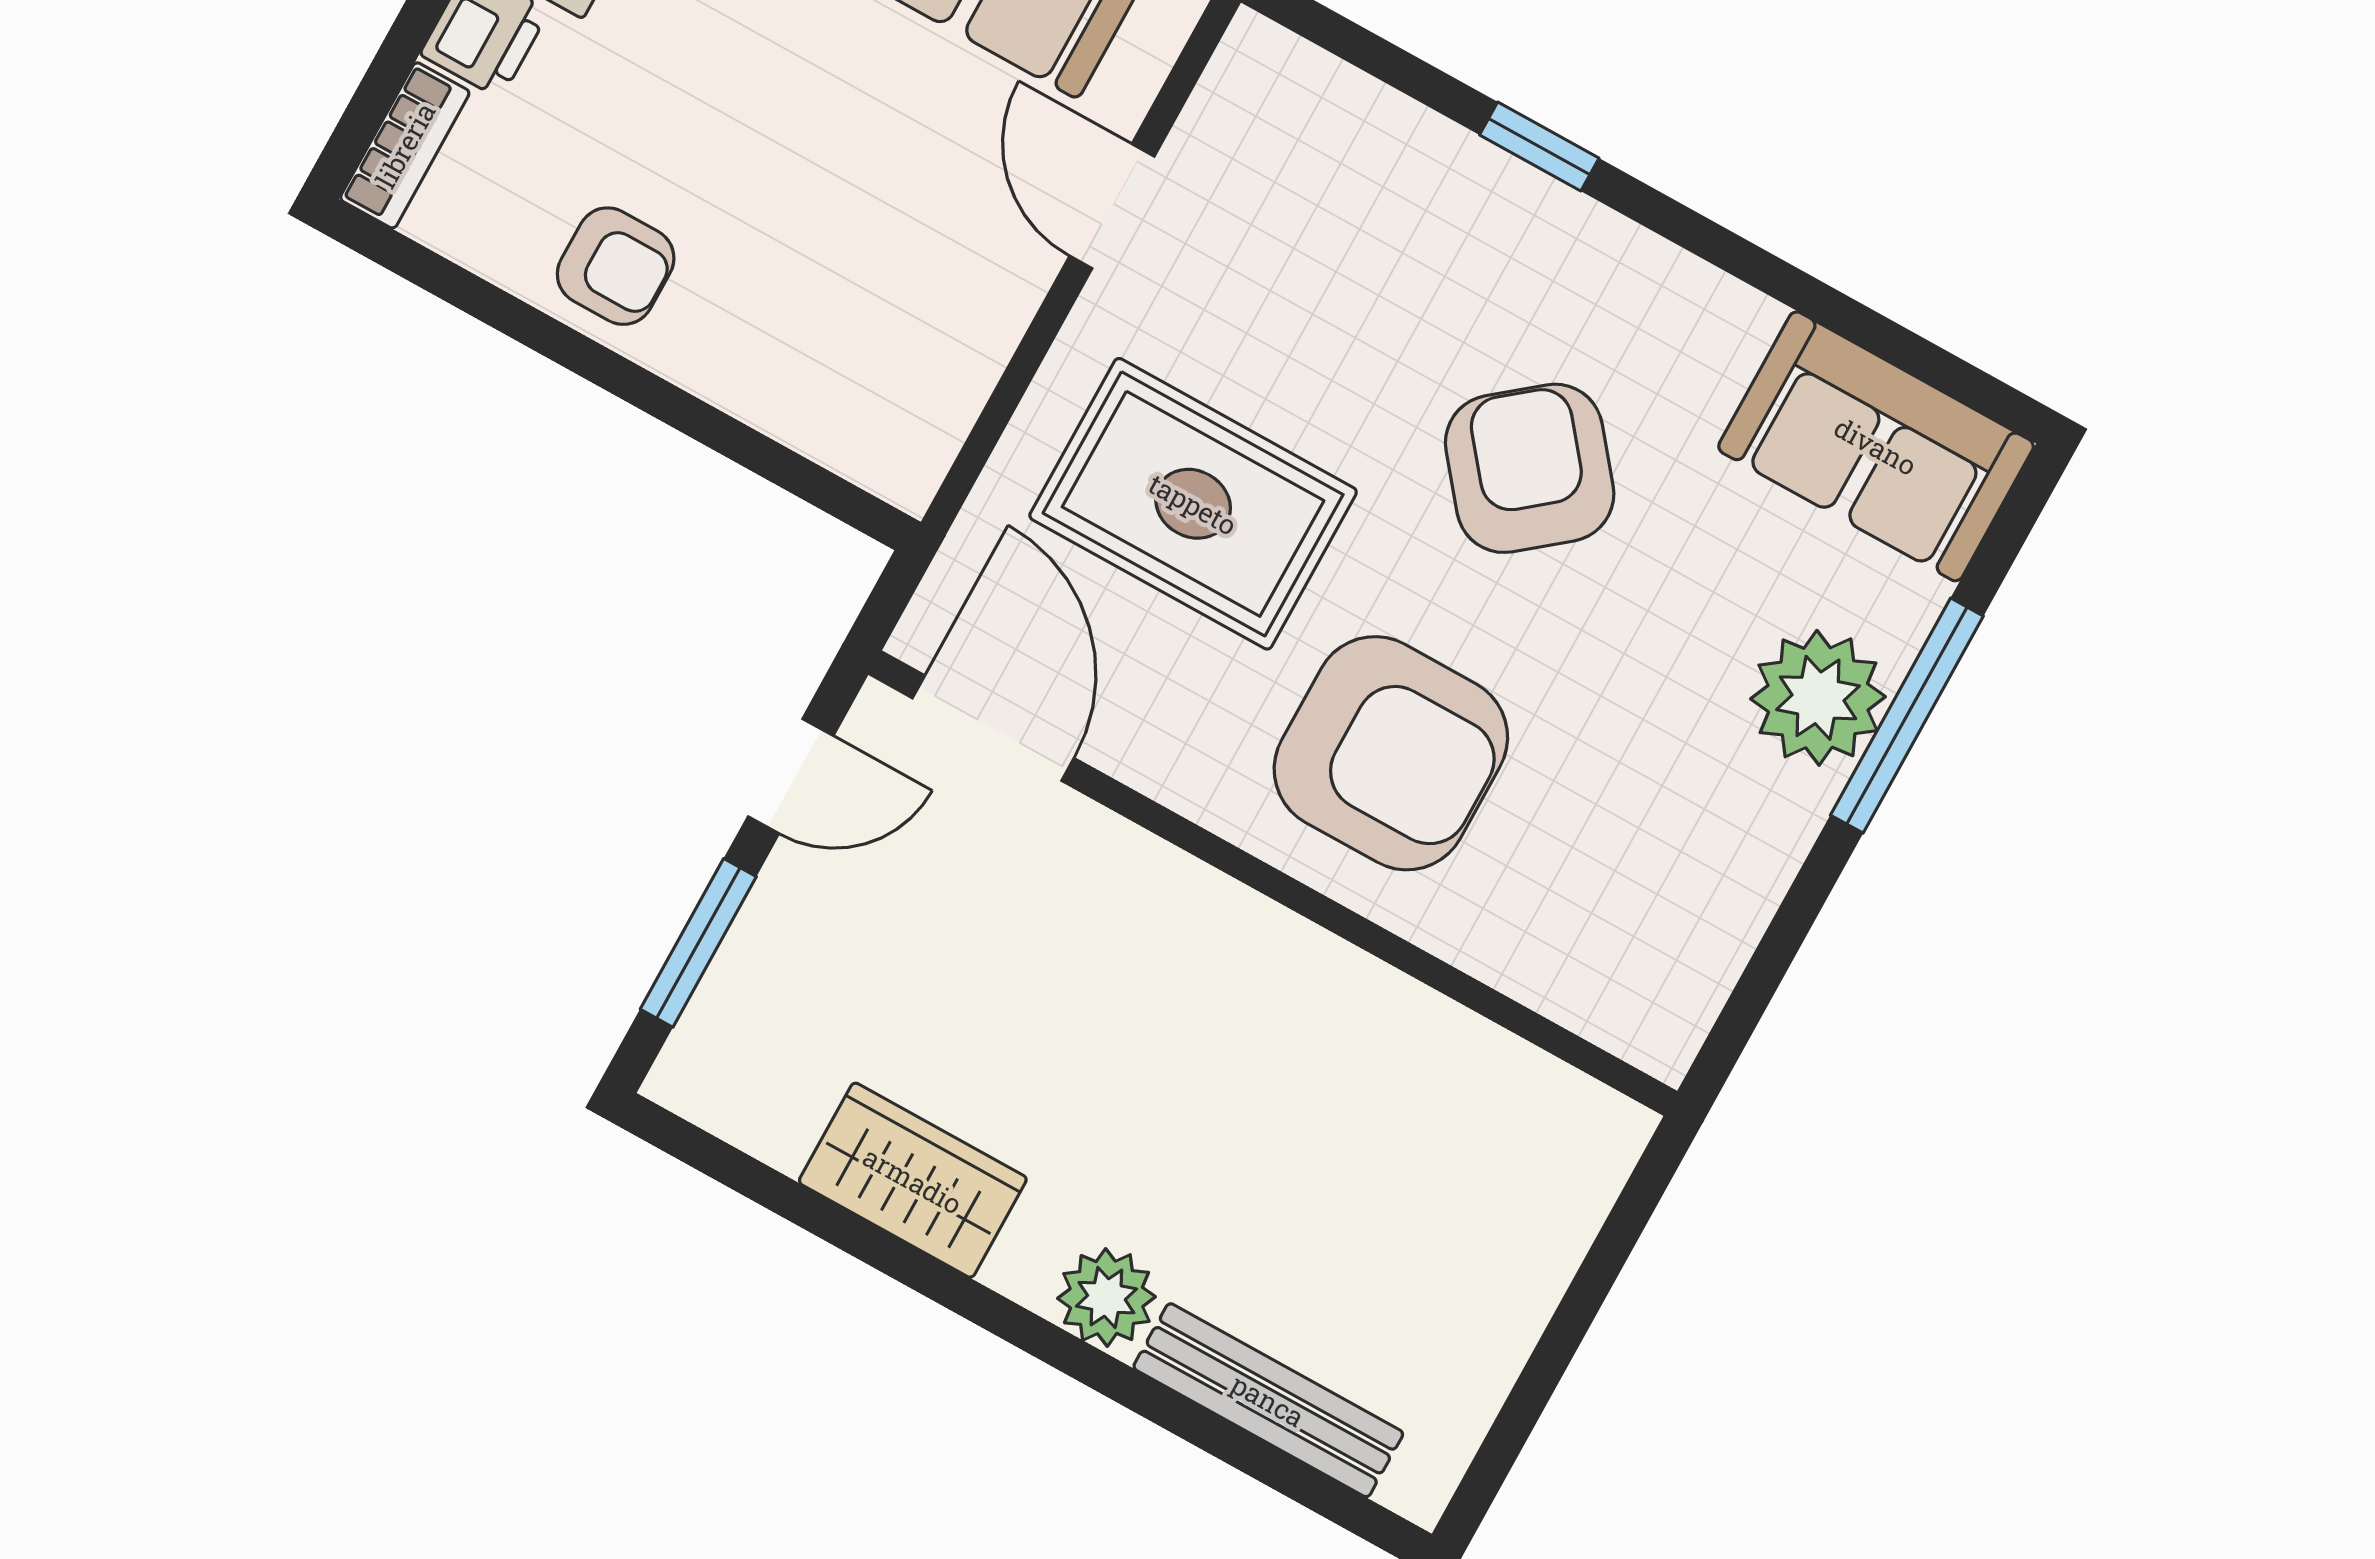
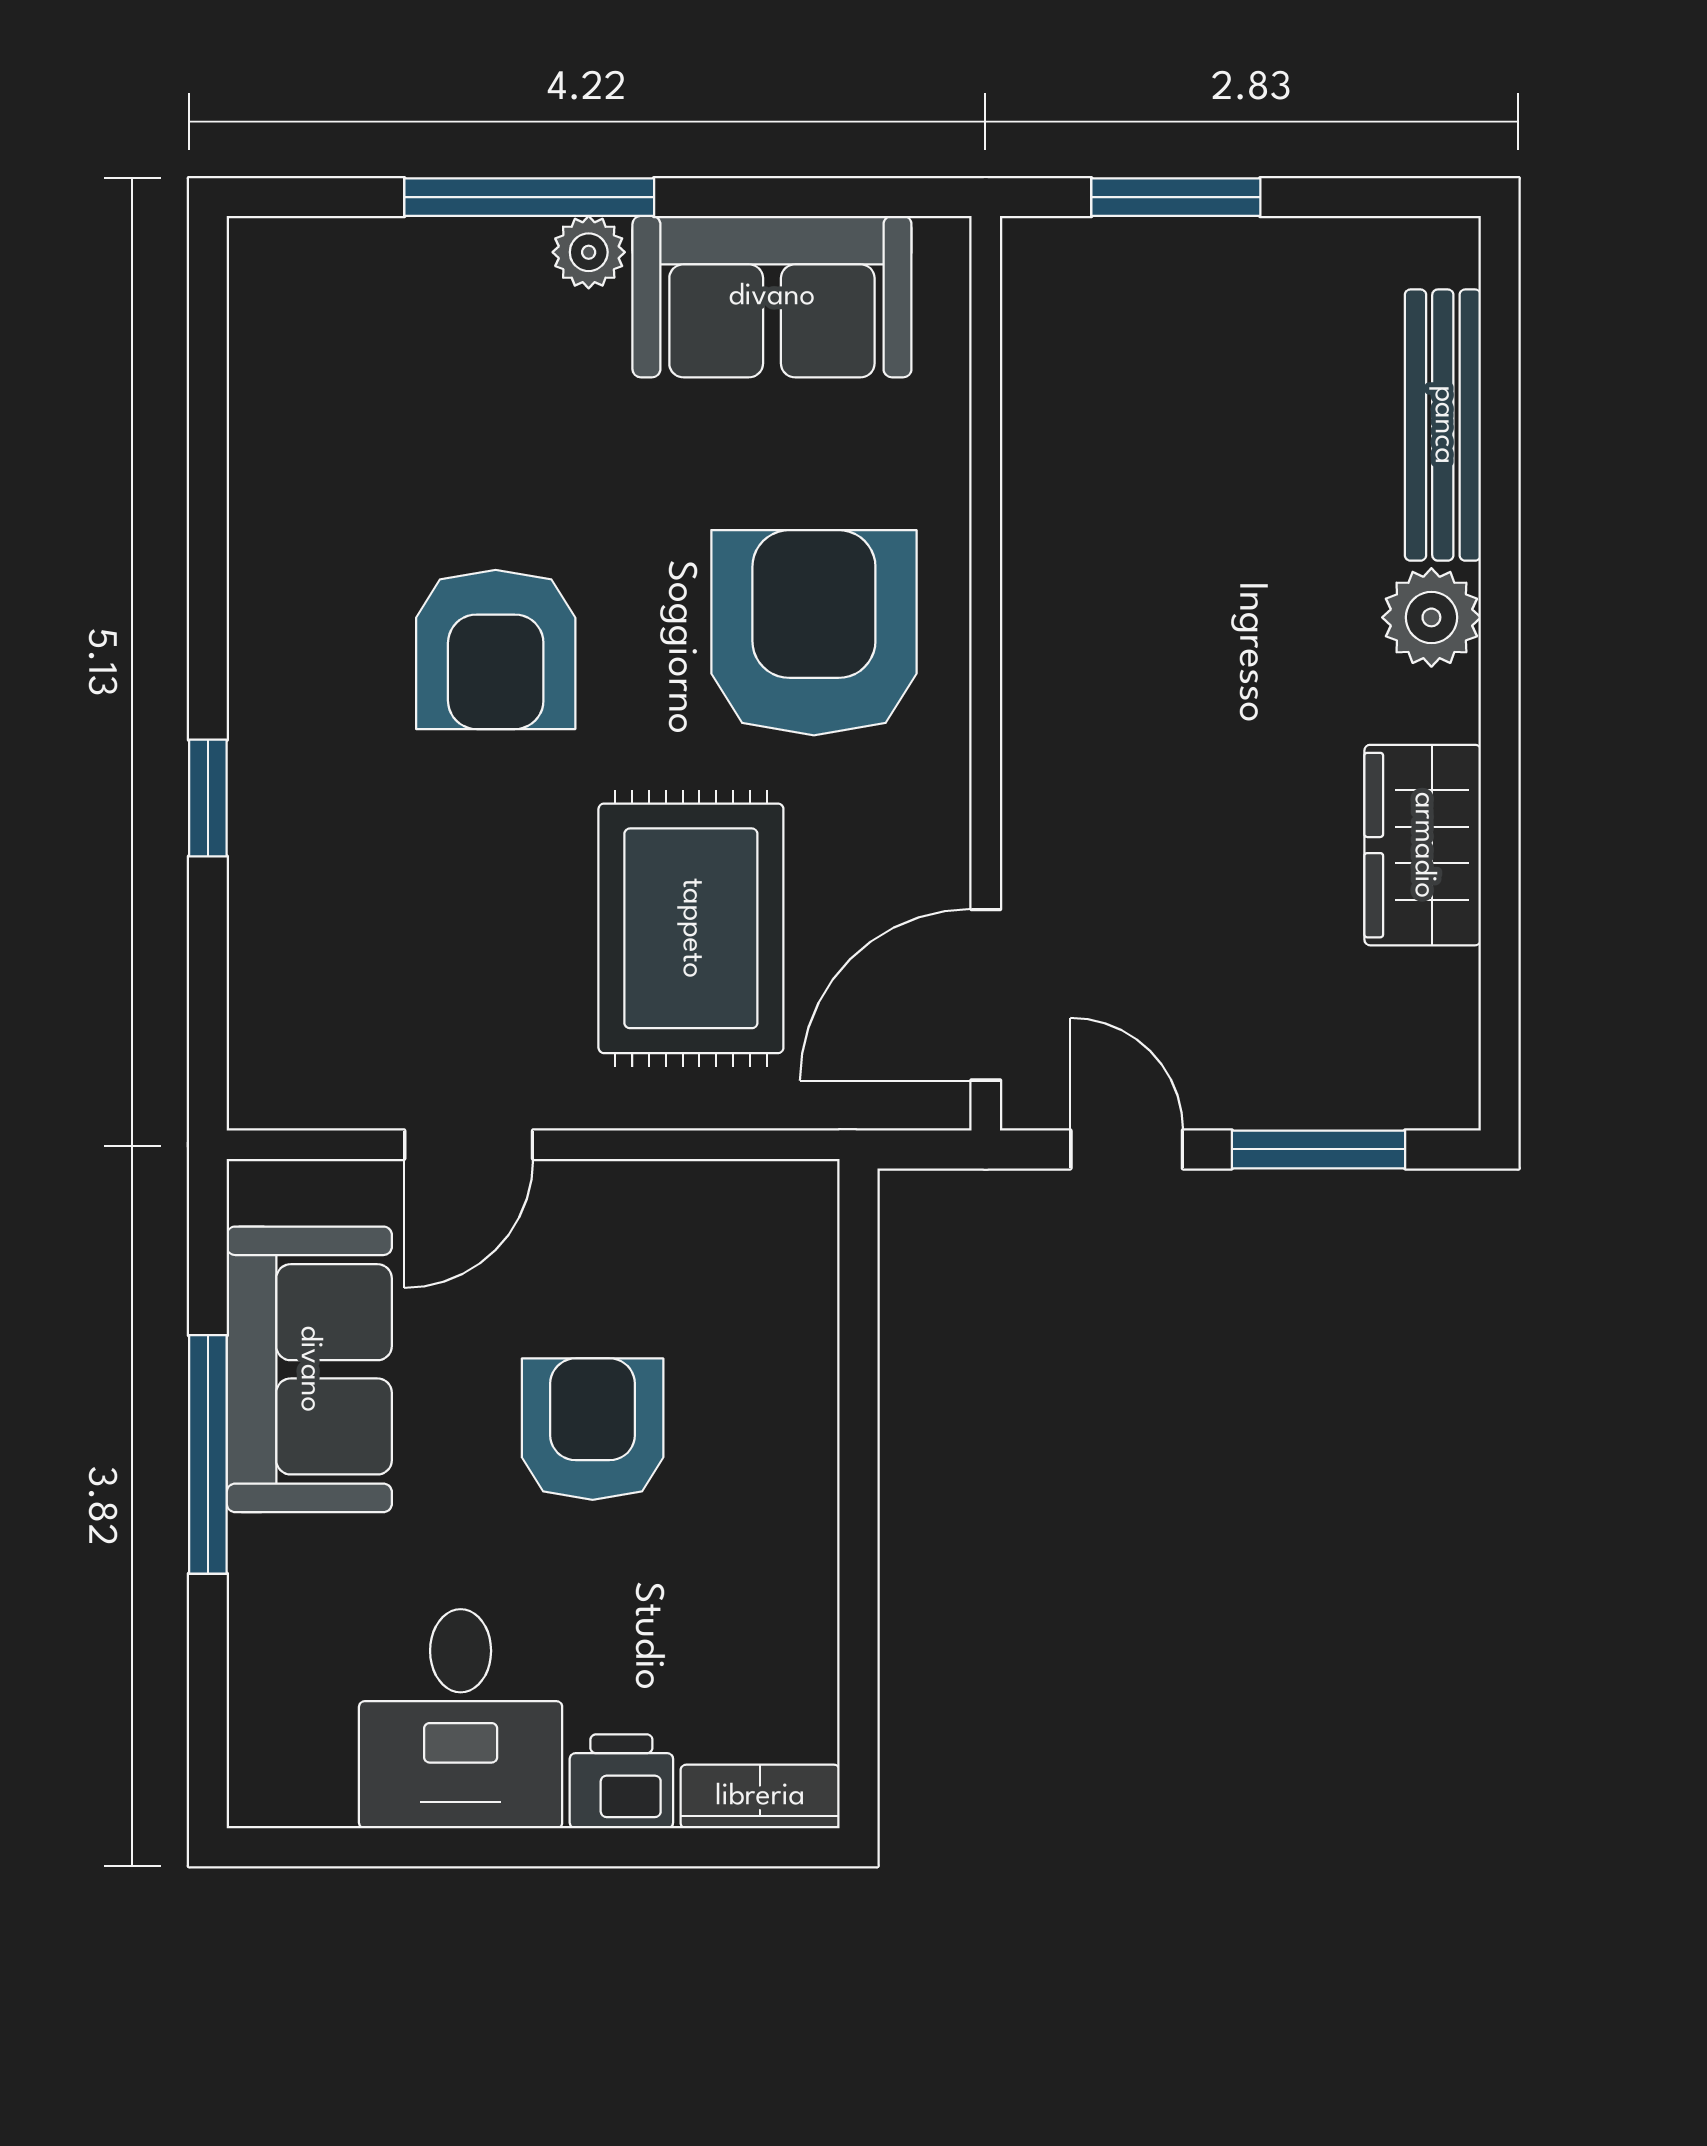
armchair: (616, 266) -> (593, 1429), moved, width x1.38, depth x1.38
sofa: (1876, 446) -> (772, 297), moved, turned 90
armchair: (1530, 468) -> (496, 650), turned -51
plant: (1818, 698) -> (589, 252), width x0.53, depth x0.53
window: (1595, 1278) -> (1176, 197), added

